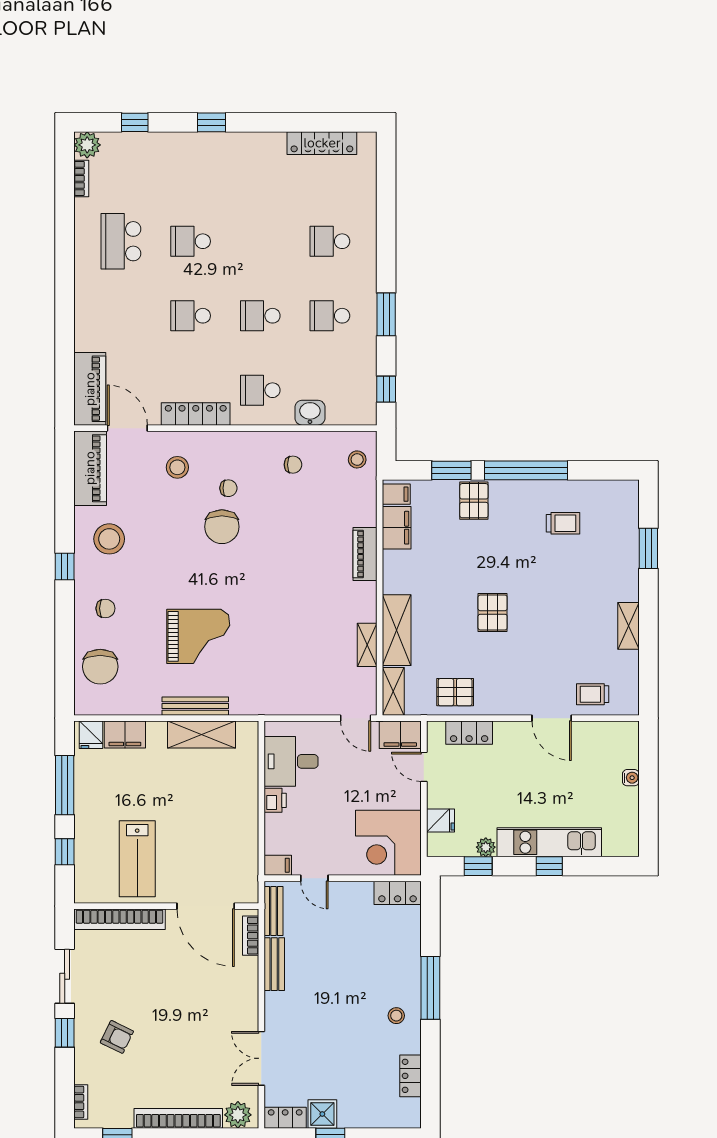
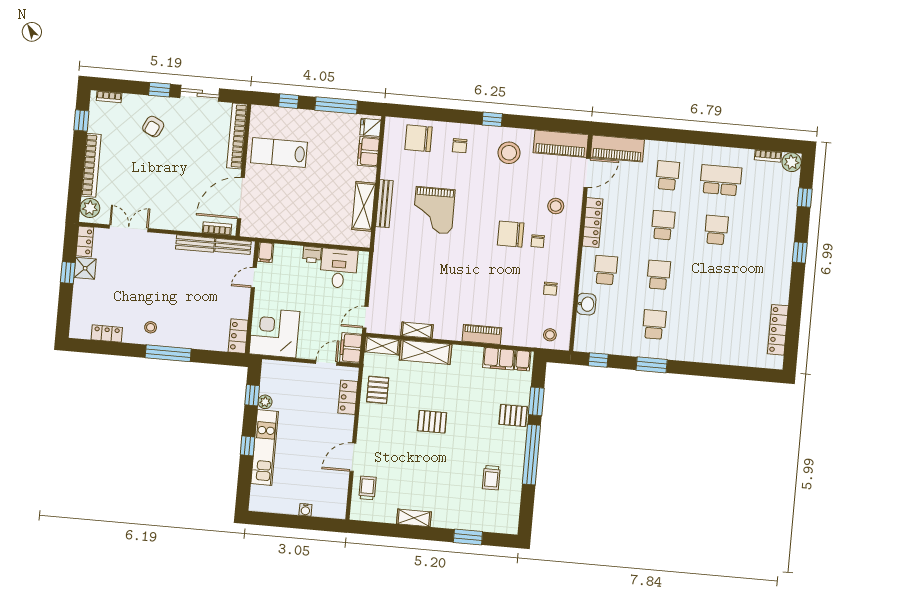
school desk: (330, 241) -> (668, 175), moved
fridge: (440, 820) -> (287, 371), removed

